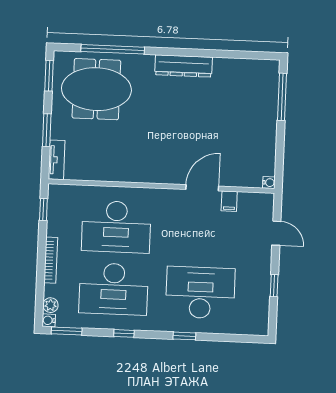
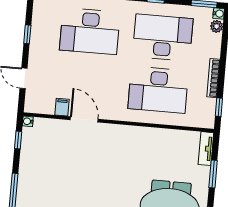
window: (279, 160) -> (18, 140), added
door: (202, 188) -> (84, 119), swing flipped
desk: (116, 227) -> (158, 90), turned 180
bookcase: (51, 260) -> (213, 78), moved

